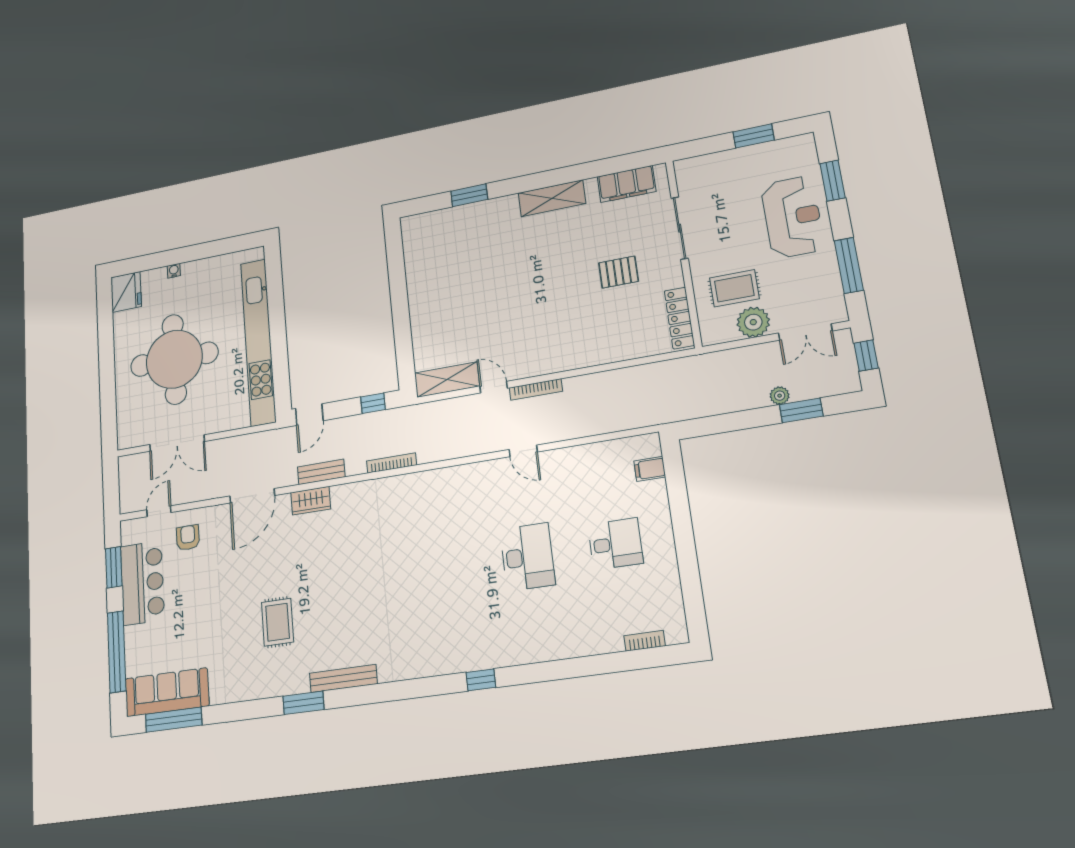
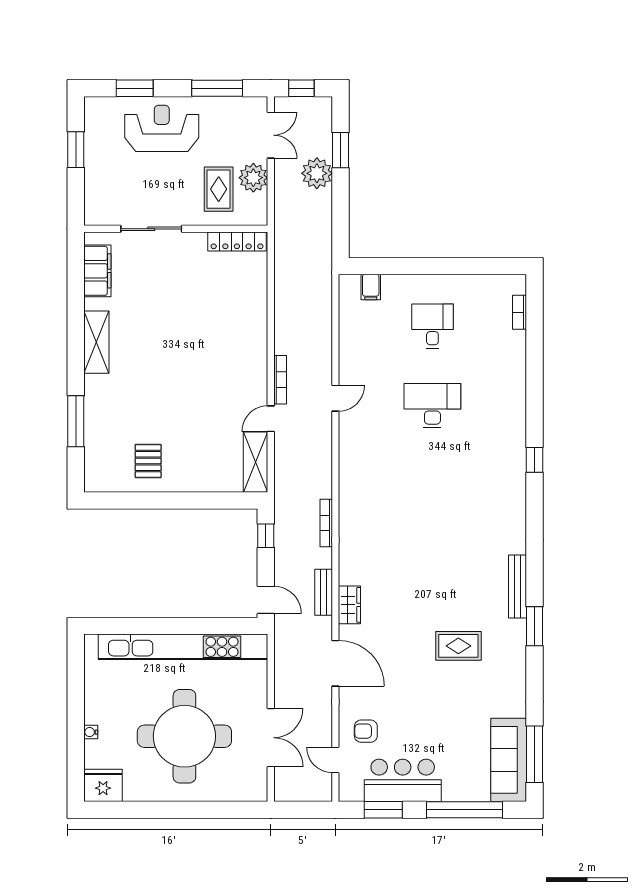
window: (469, 195) -> (76, 421), width x1.44
pallet: (618, 272) -> (148, 461), moved
plant: (780, 396) -> (317, 173), width x1.87, depth x1.87

